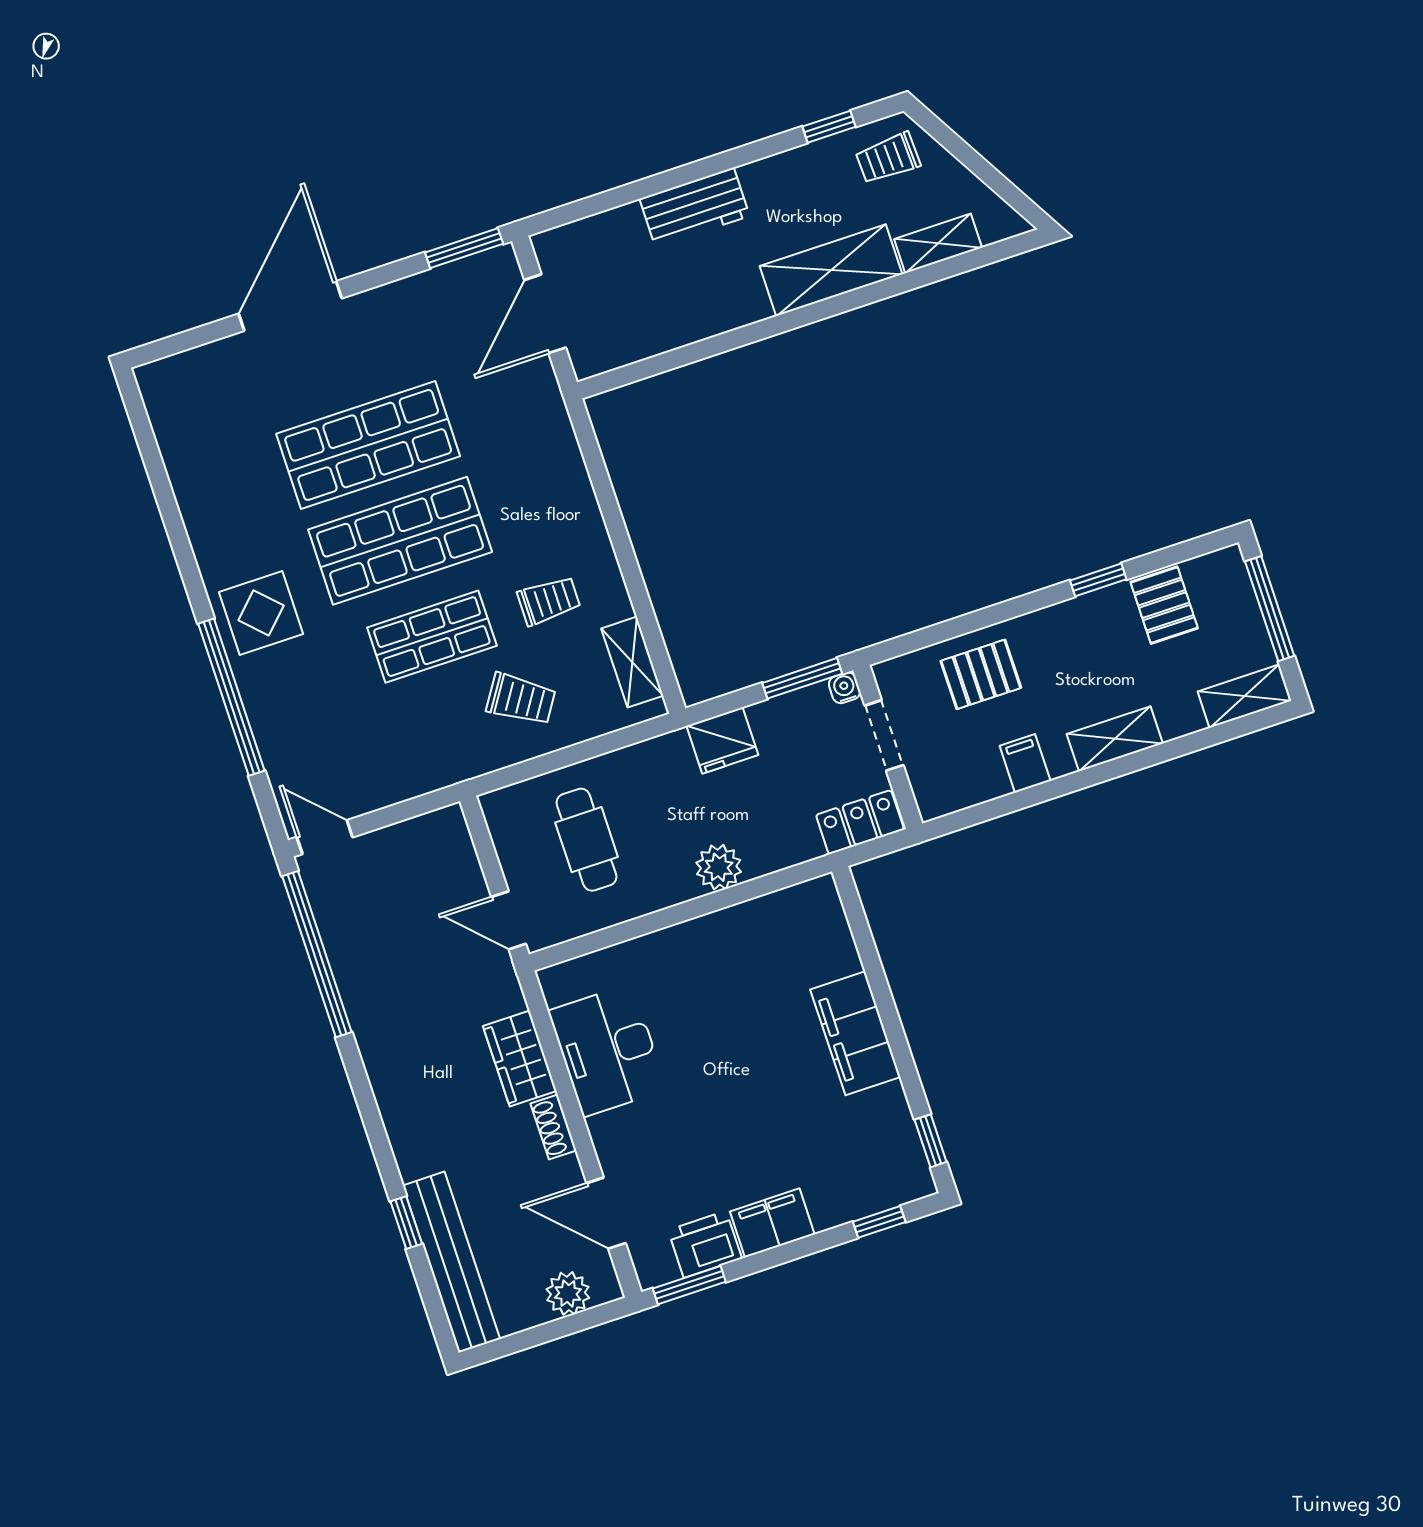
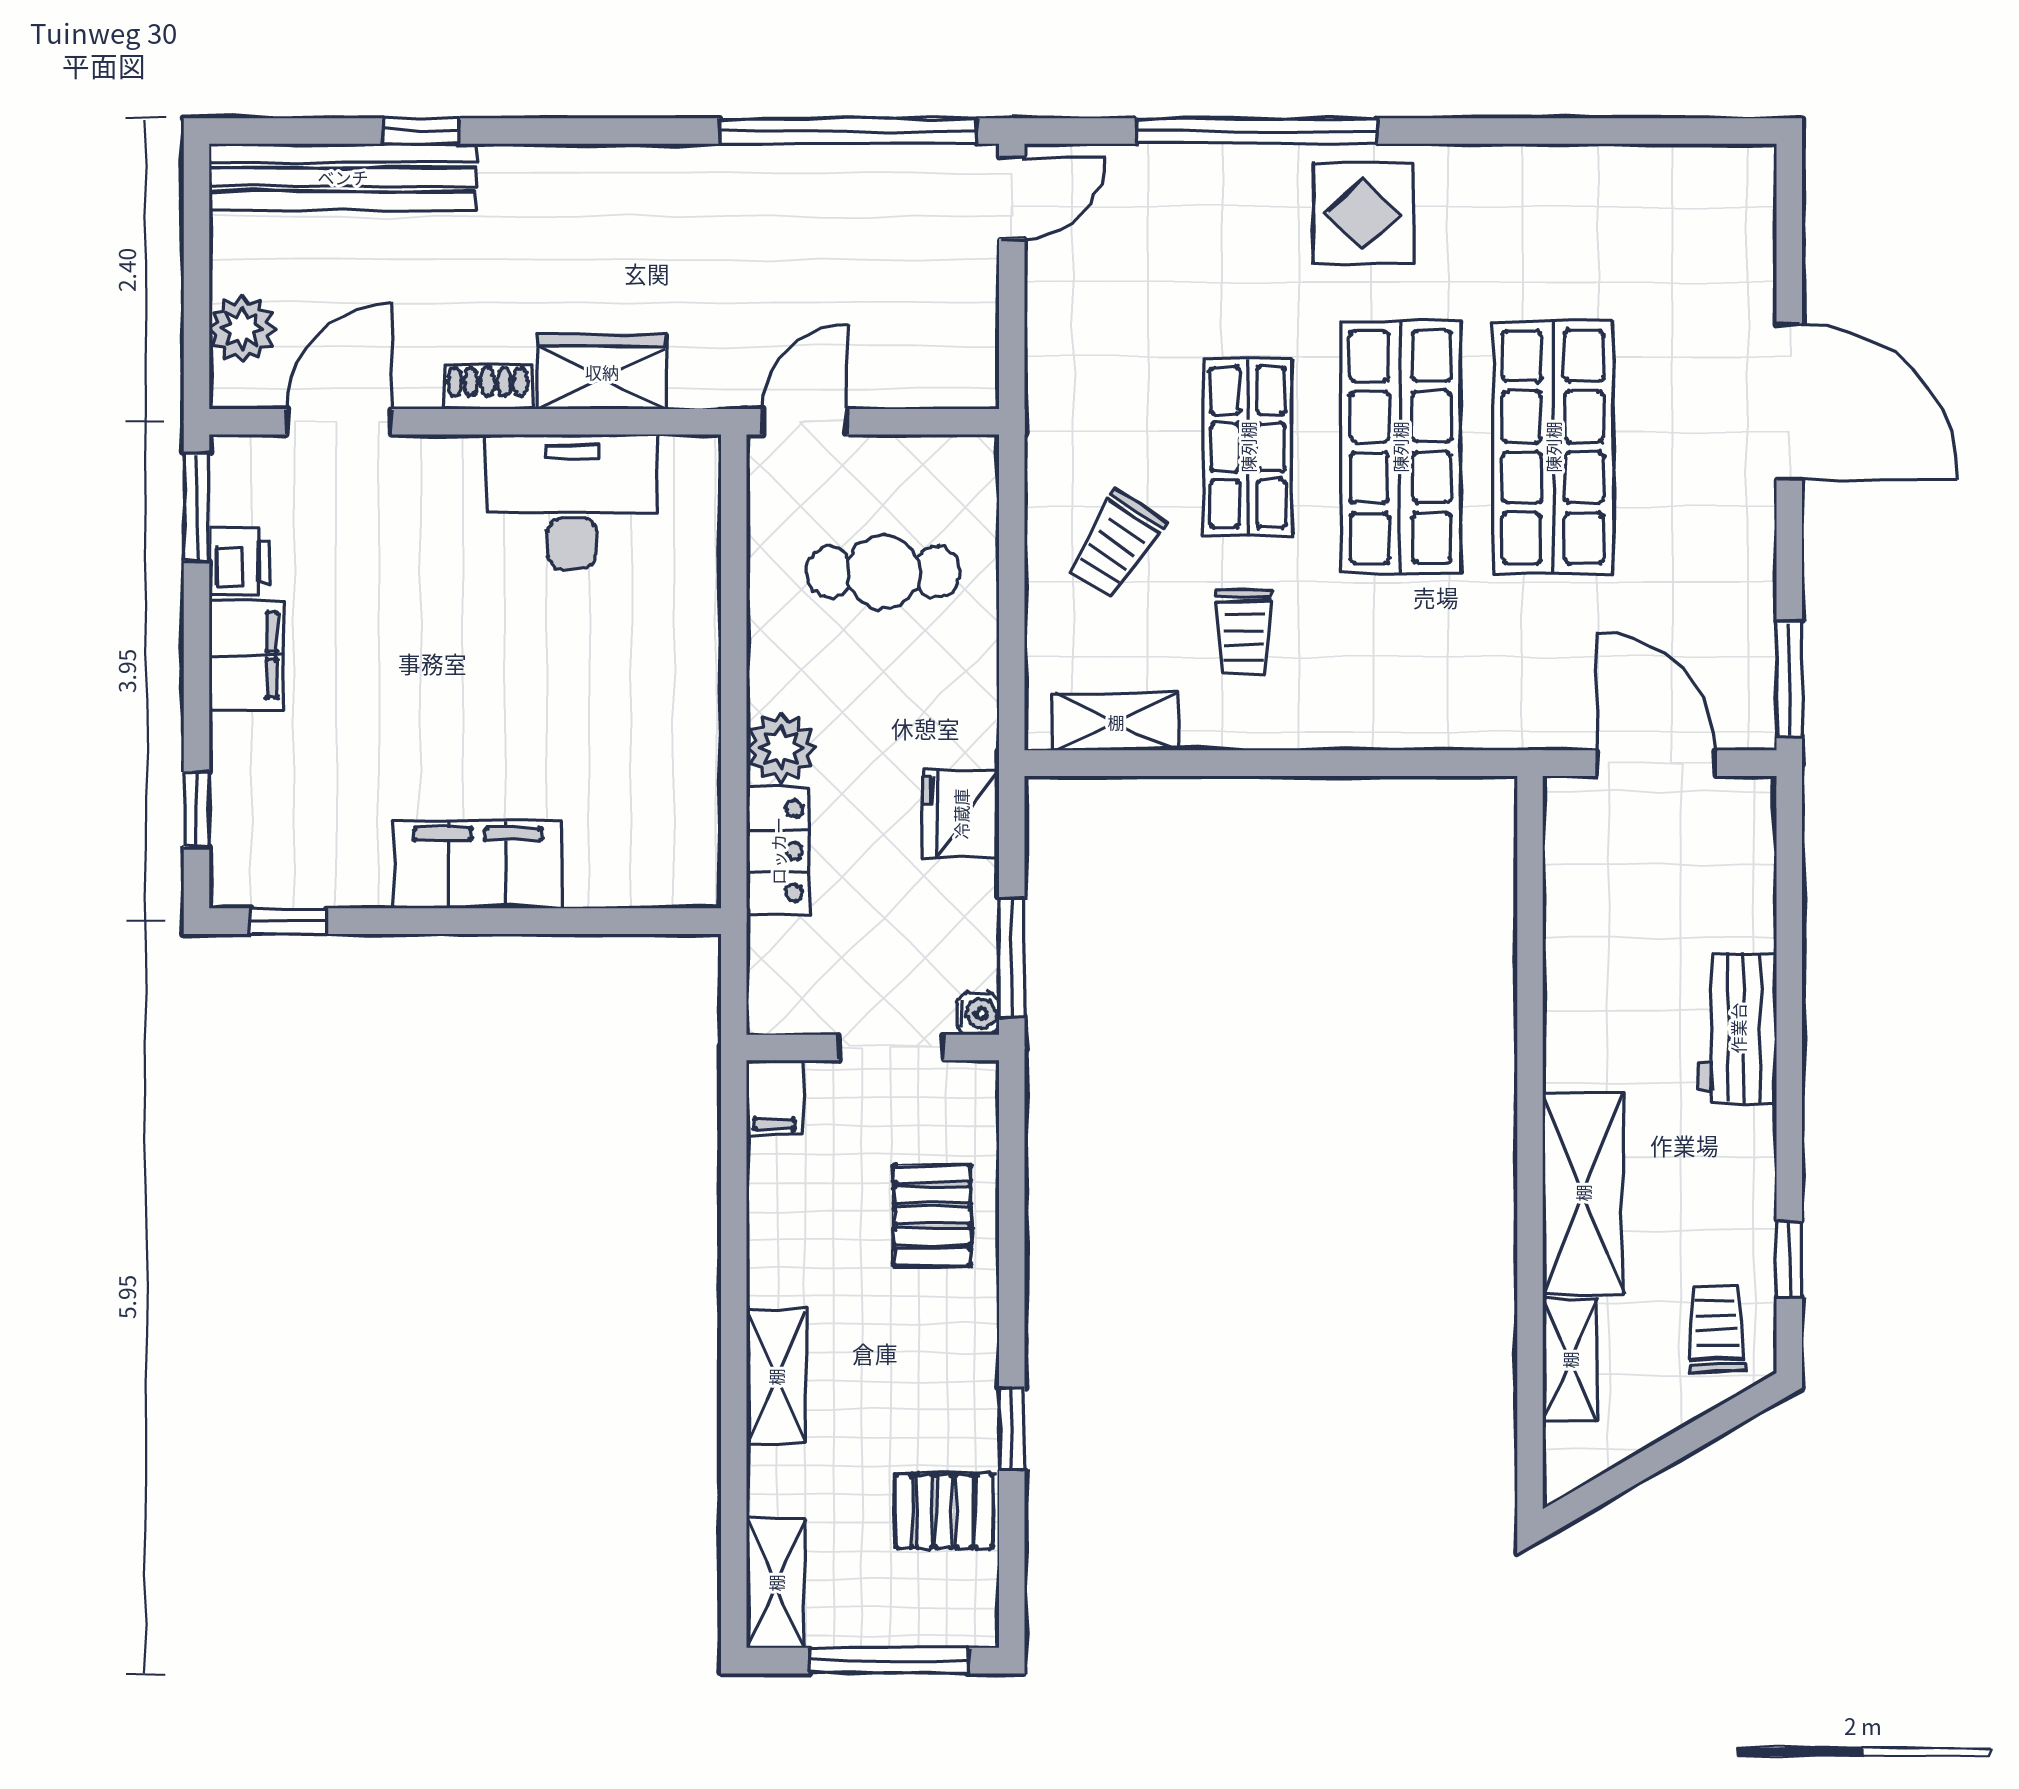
filing cabinet: (1025, 763) -> (774, 1098), moved, turned 90
locker: (860, 822) -> (778, 851), moved
printer: (705, 1244) -> (240, 561), width x0.73, depth x0.81

